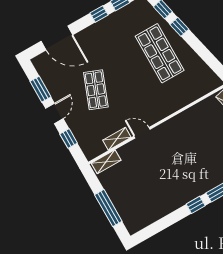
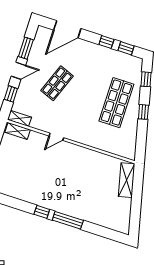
window: (179, 27) -> (143, 112), moved
door: (57, 38) -> (67, 29), hinge flipped
door: (142, 133) -> (56, 137), swing flipped
shelving: (117, 139) -> (19, 118), moved

